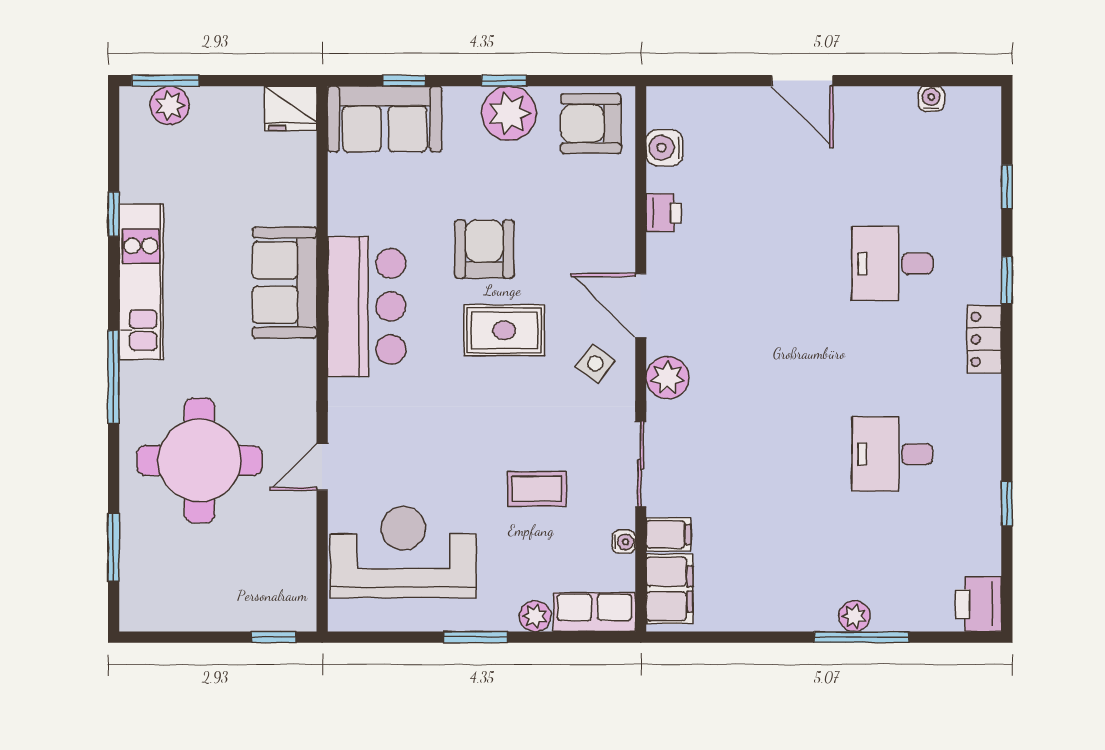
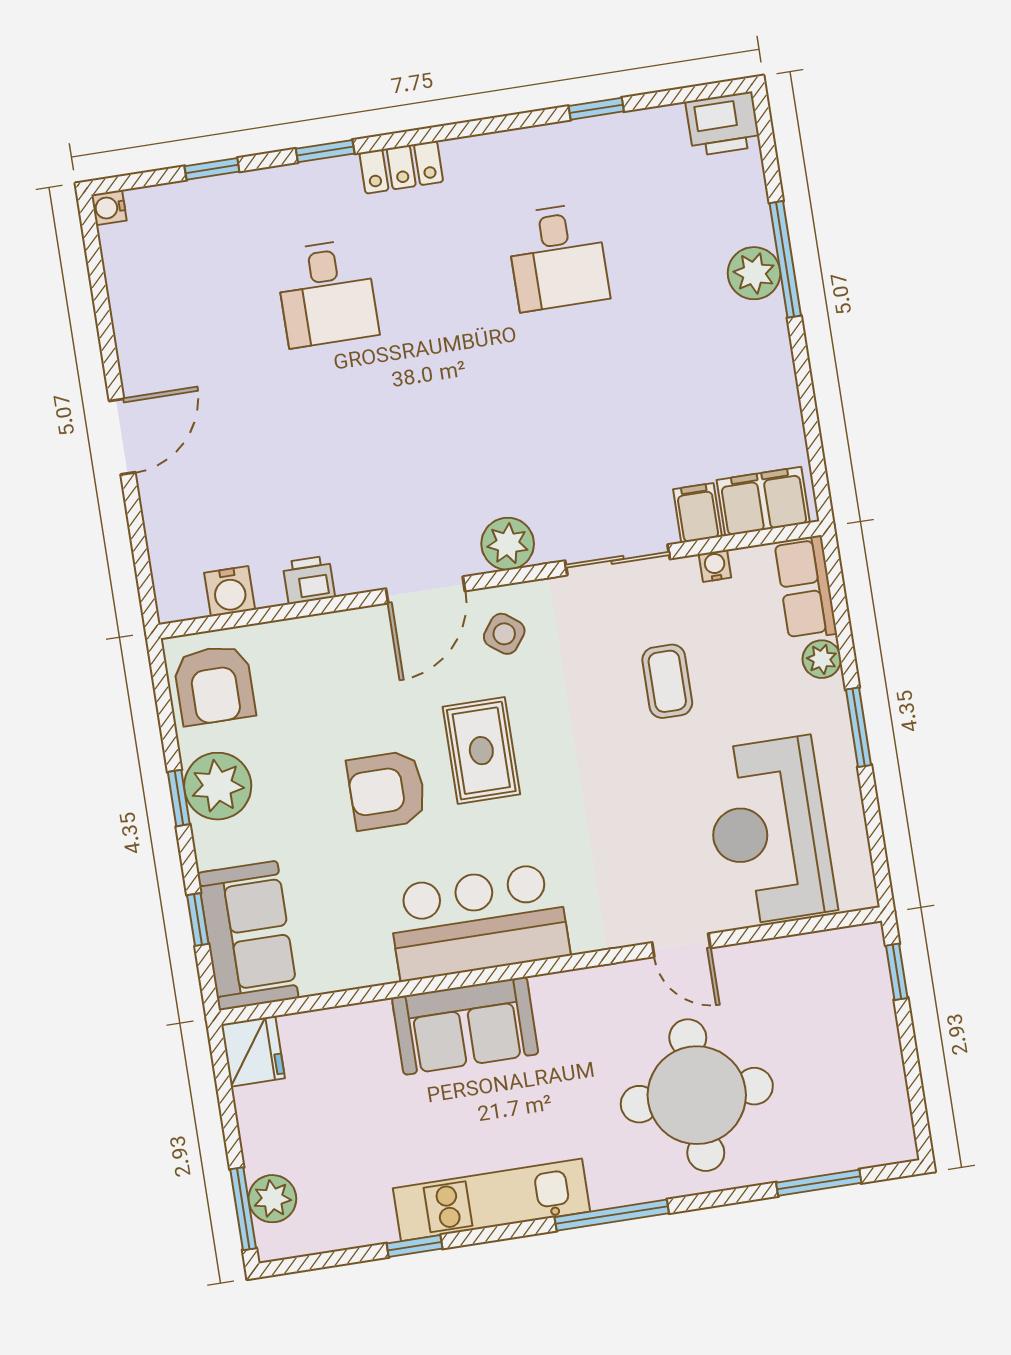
water cooler: (931, 99) -> (109, 208), moved
plant: (854, 616) -> (754, 273), width x1.38, depth x1.38

